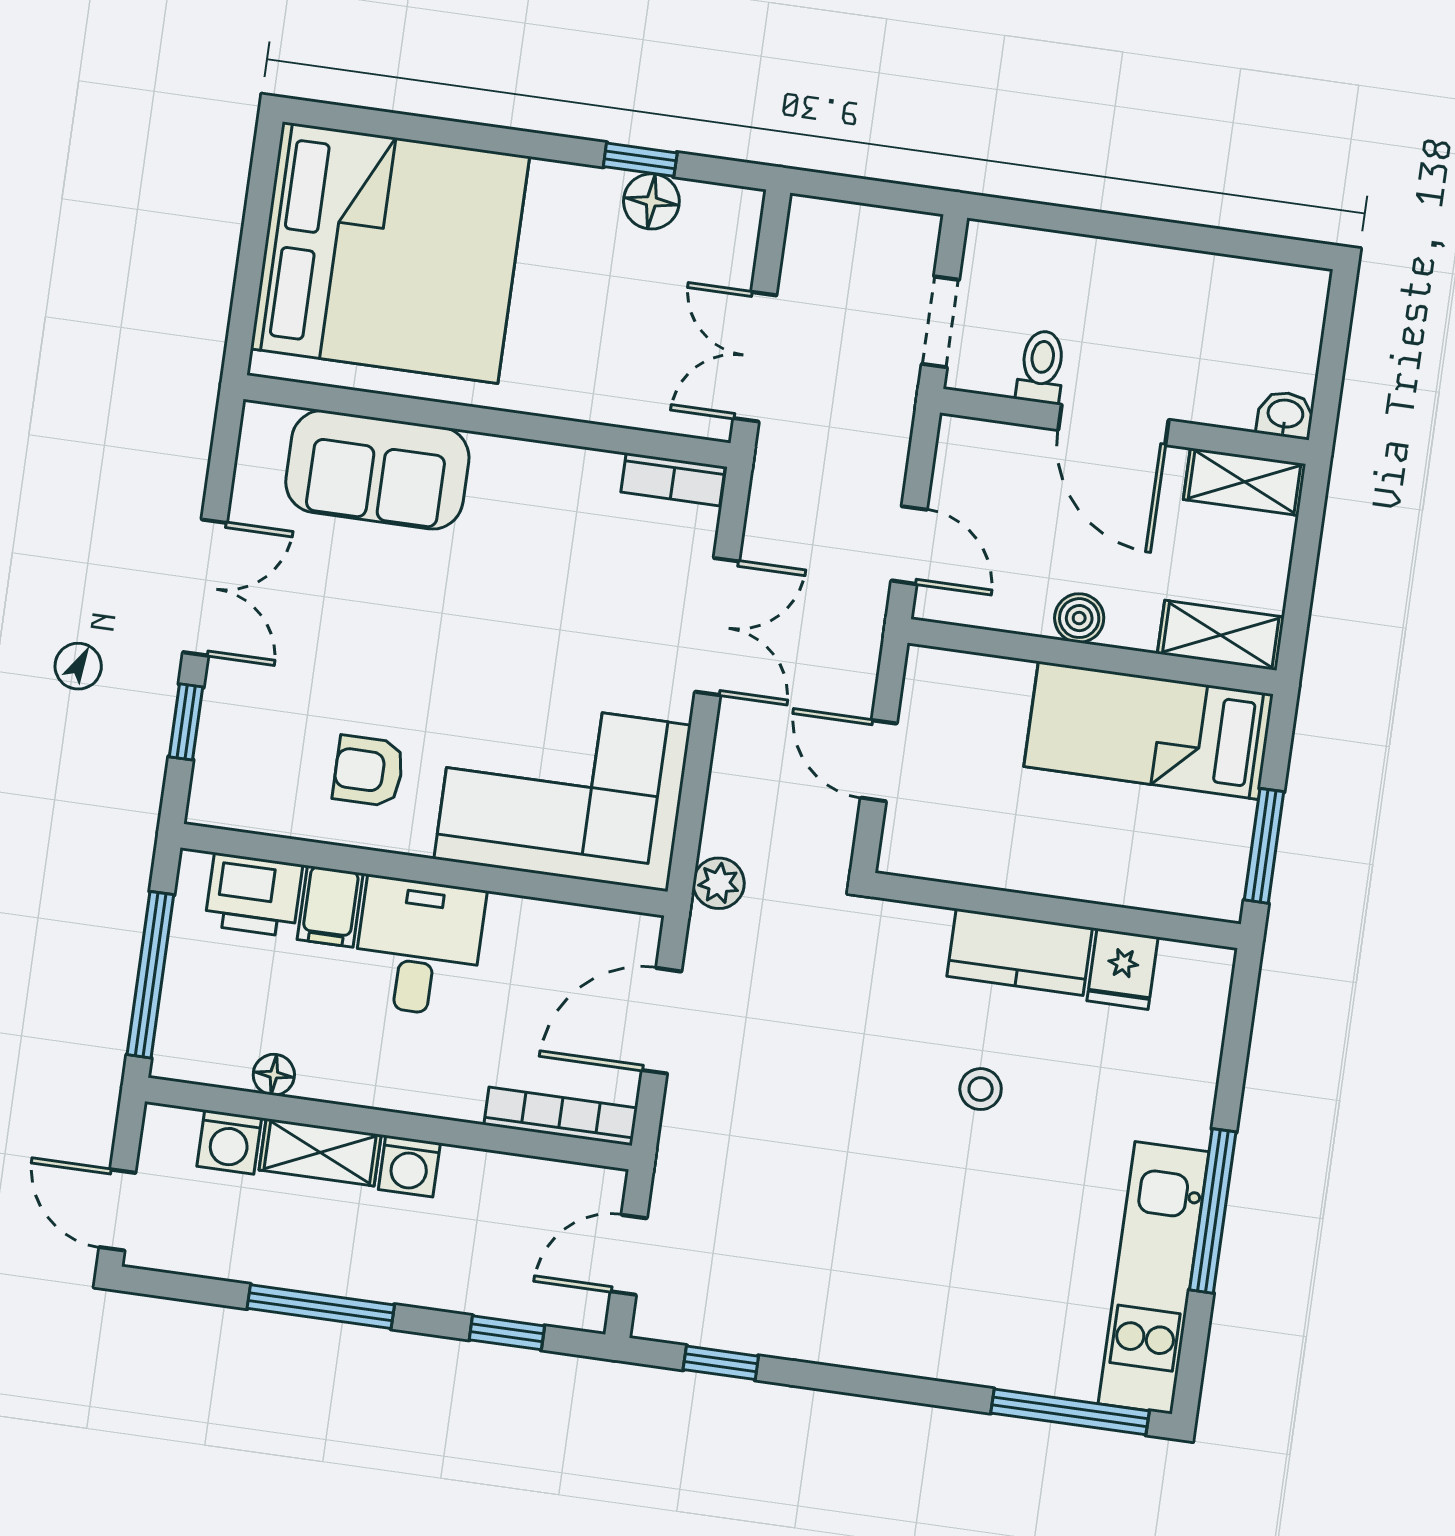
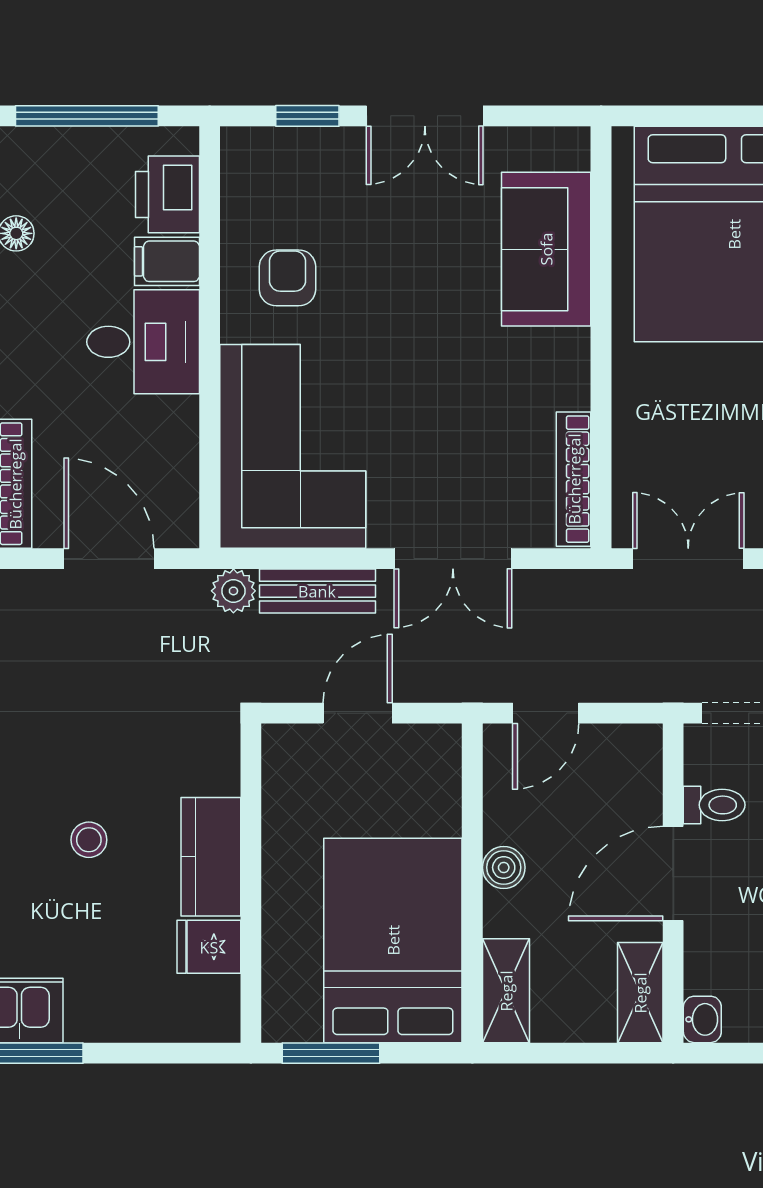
bookcase: (673, 479) -> (574, 479), width x1.56
bed: (1149, 730) -> (393, 940), width x1.50
bench: (732, 787) -> (317, 591), added

